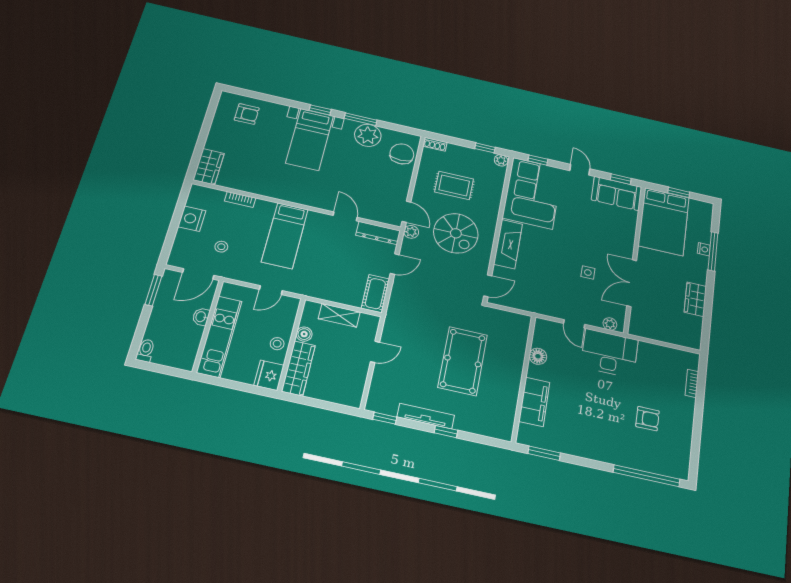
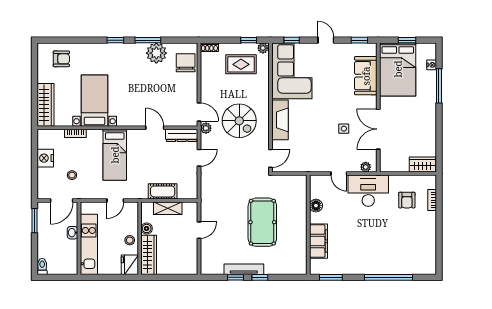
bed with nightstands: (310, 139) -> (95, 101), moved, turned 180
wardrobe: (209, 167) -> (45, 105), width x1.50
rug: (454, 185) -> (241, 64), moved
sofa: (617, 193) -> (366, 76), moved, turned 90
nightstand: (704, 249) -> (432, 65), moved
cot: (375, 294) -> (163, 191), moved, turned 90
wardrobe: (695, 299) -> (423, 165), moved, turned 90
window: (385, 418) -> (235, 277), moved
armchair: (647, 419) -> (407, 200), moved, turned 90
window: (647, 476) -> (389, 277), moved

